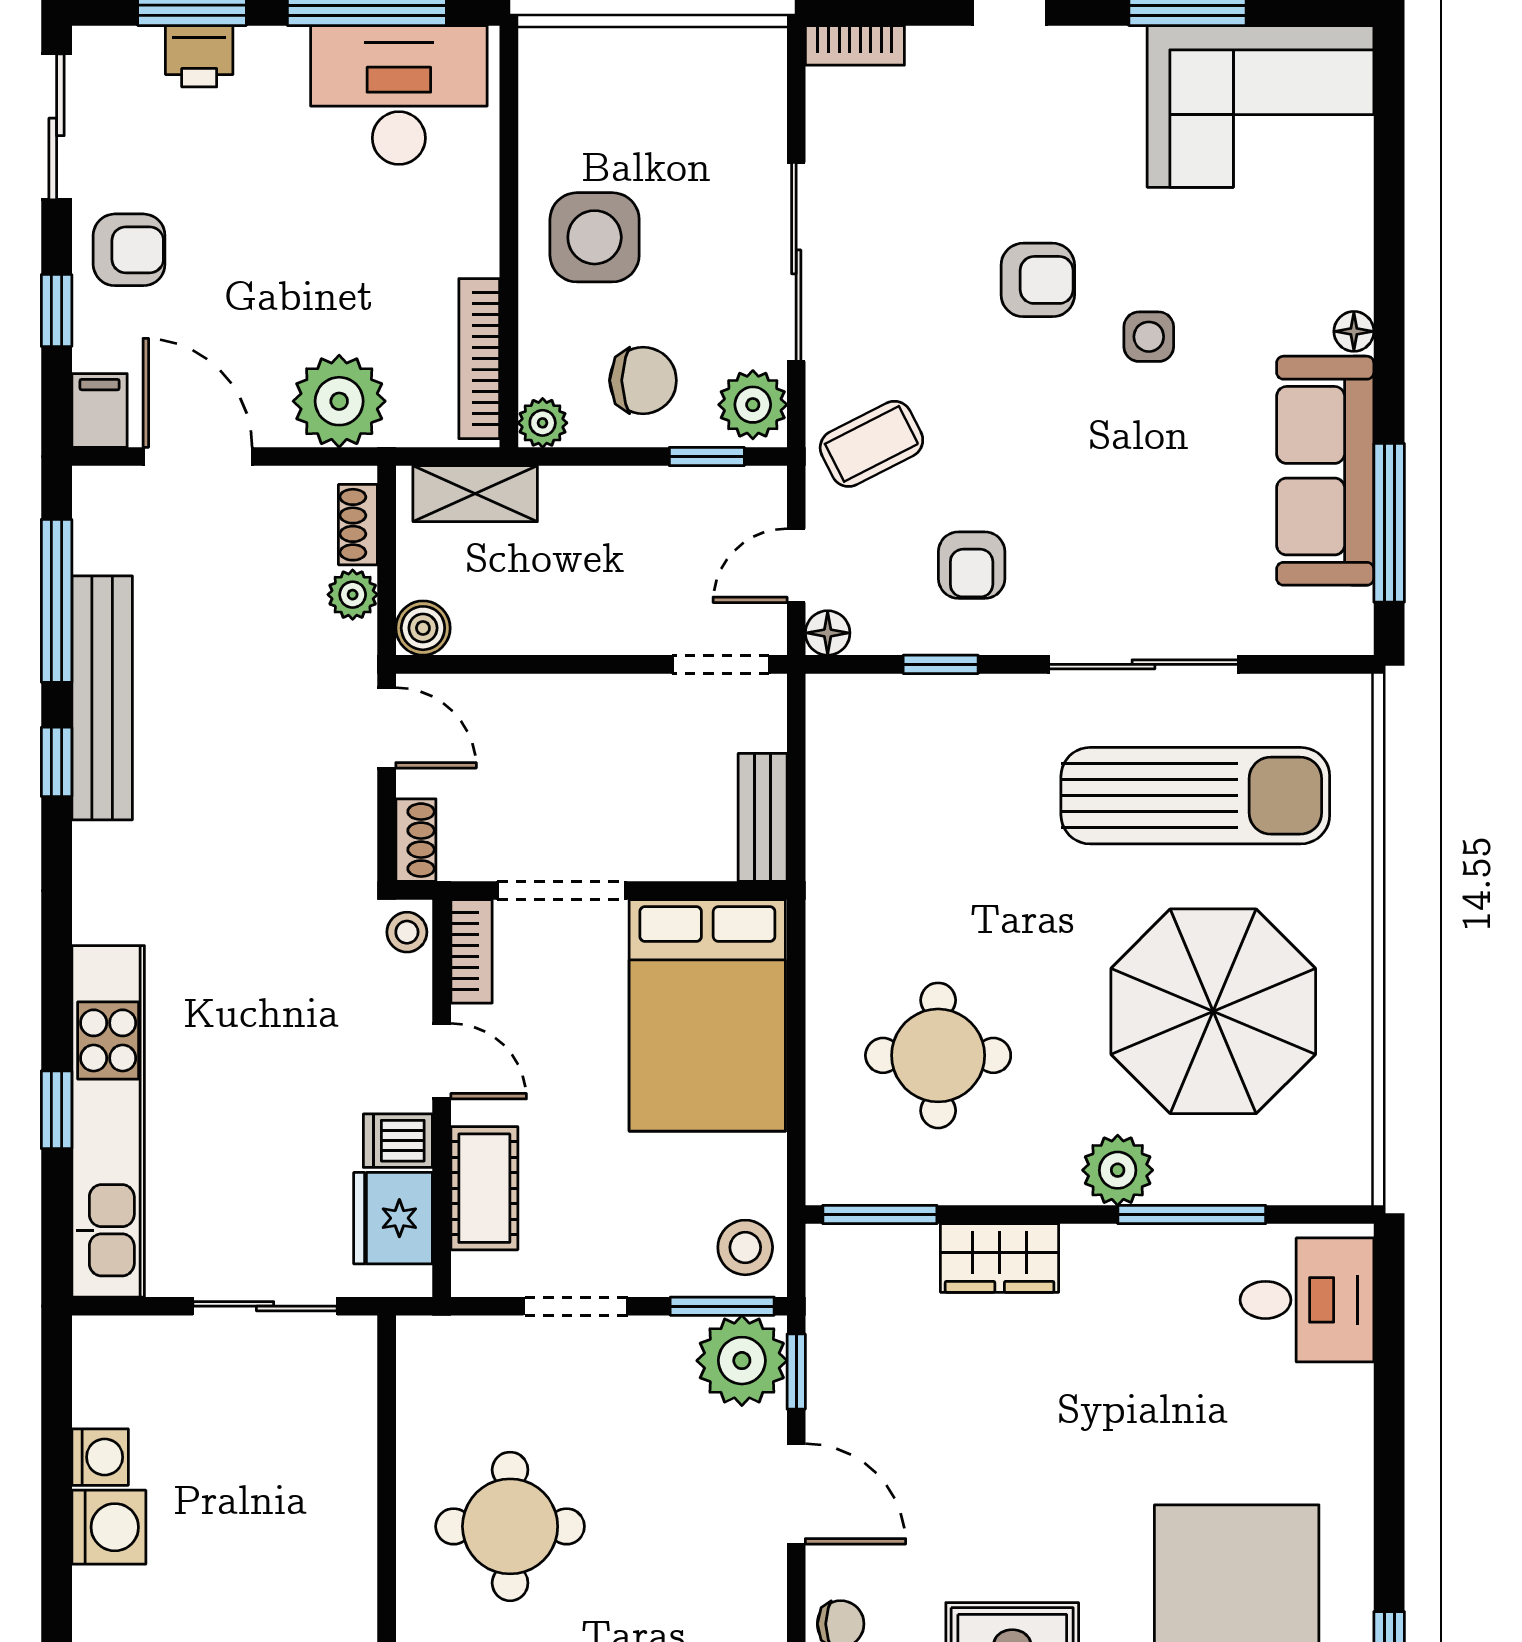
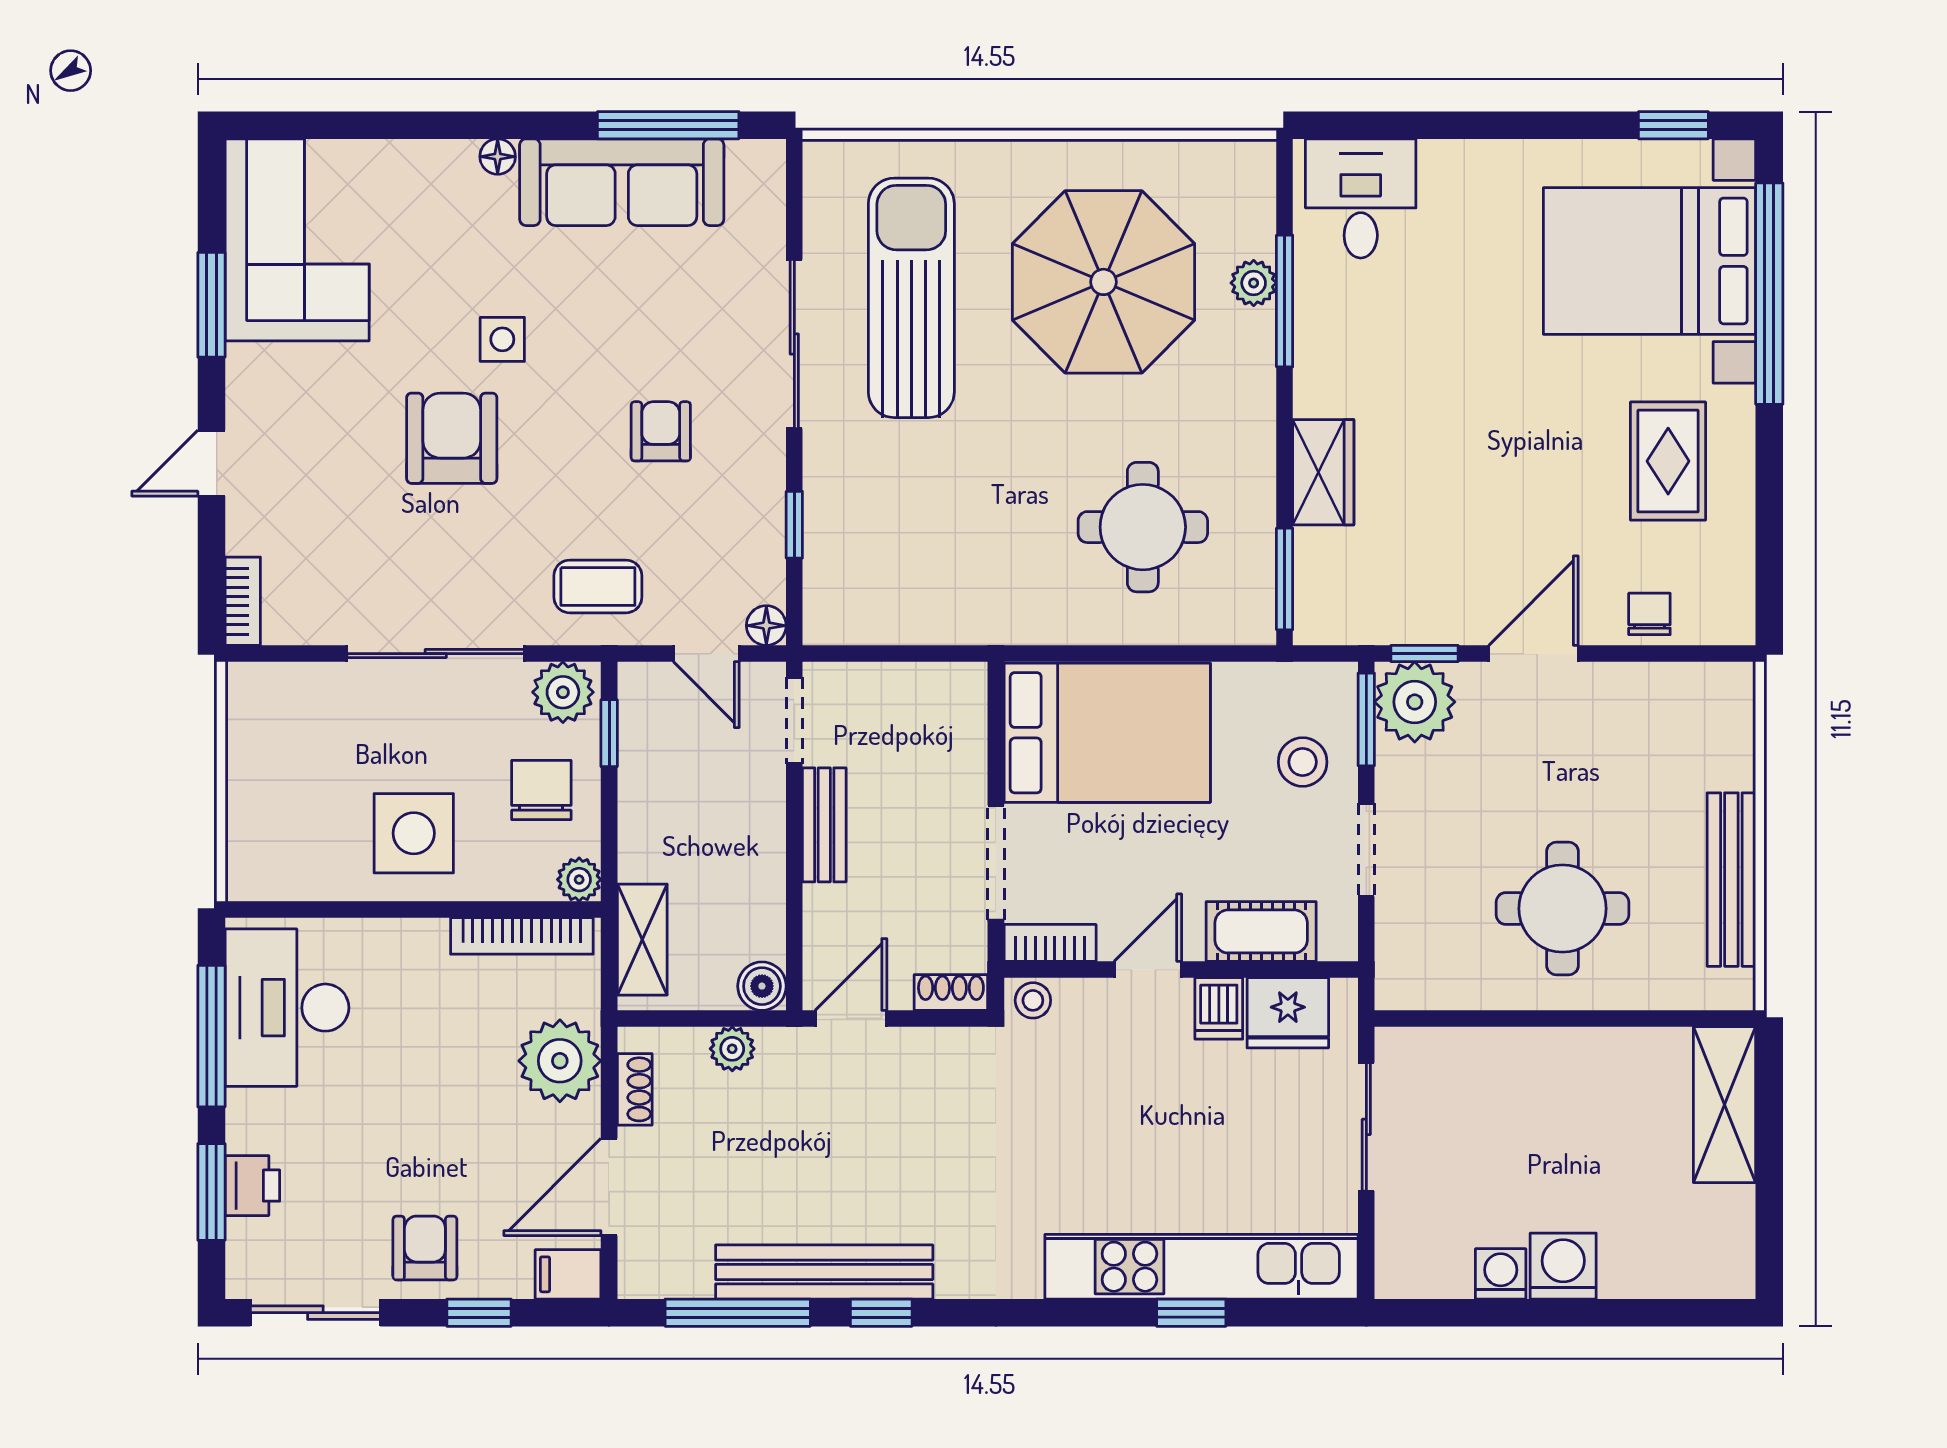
armchair: (1038, 280) -> (452, 438), width x1.38, depth x1.38
coffee table: (871, 444) -> (598, 586), turned -63
shoe rack: (358, 525) -> (635, 1089), moved, turned -90
armchair: (972, 565) -> (661, 431), moved, turned -90
bench: (763, 817) -> (824, 825), moved, turned 90
plant: (1118, 1170) -> (1254, 283), moved, width x0.73, depth x0.73
stool: (745, 1247) -> (1303, 762), moved

